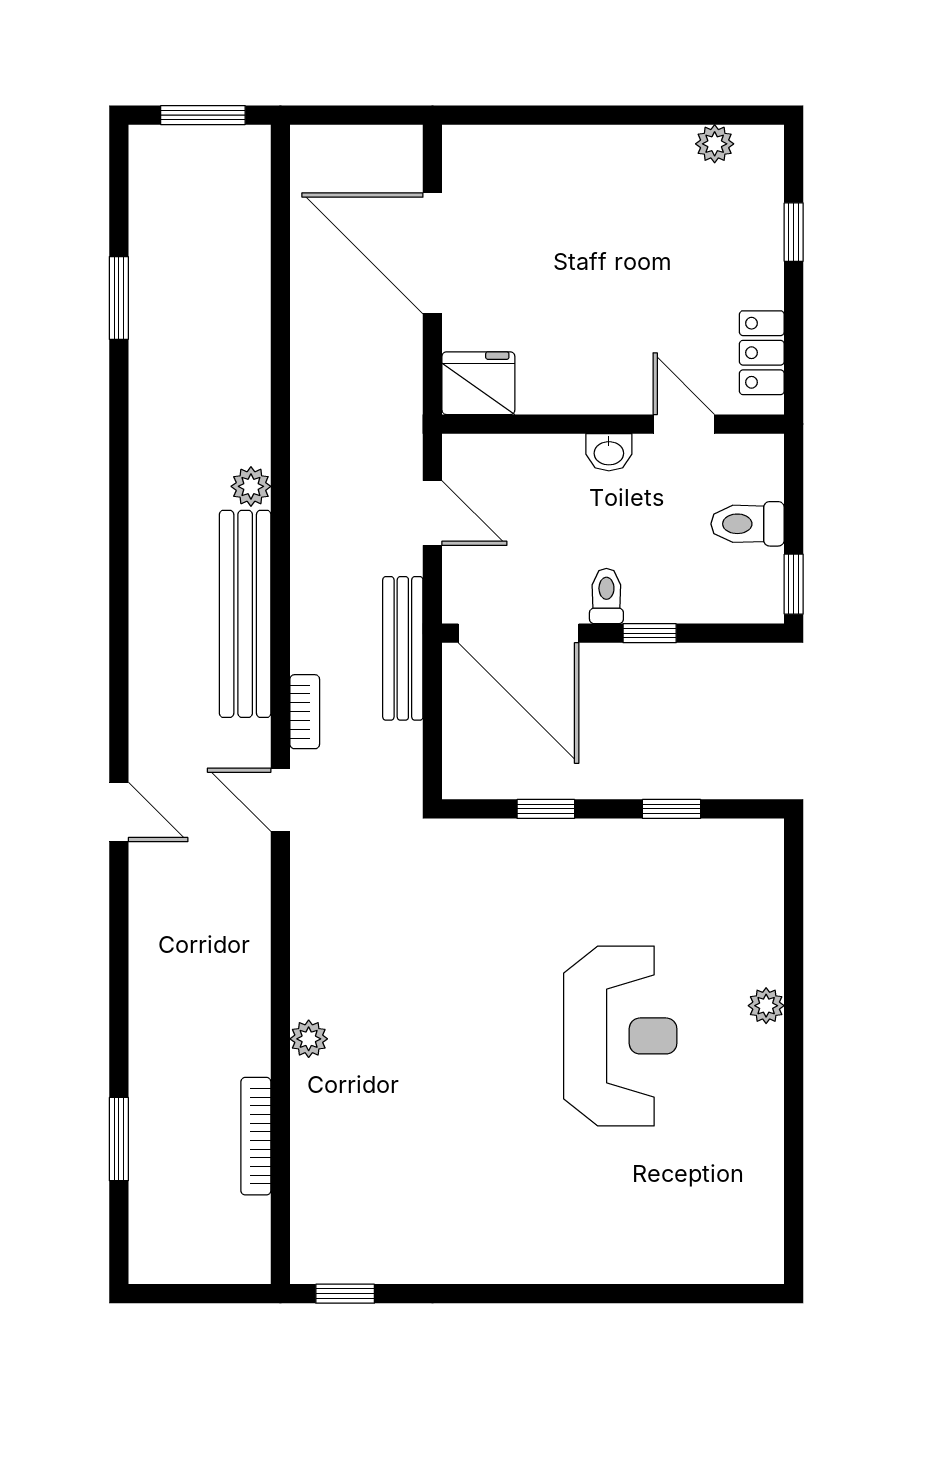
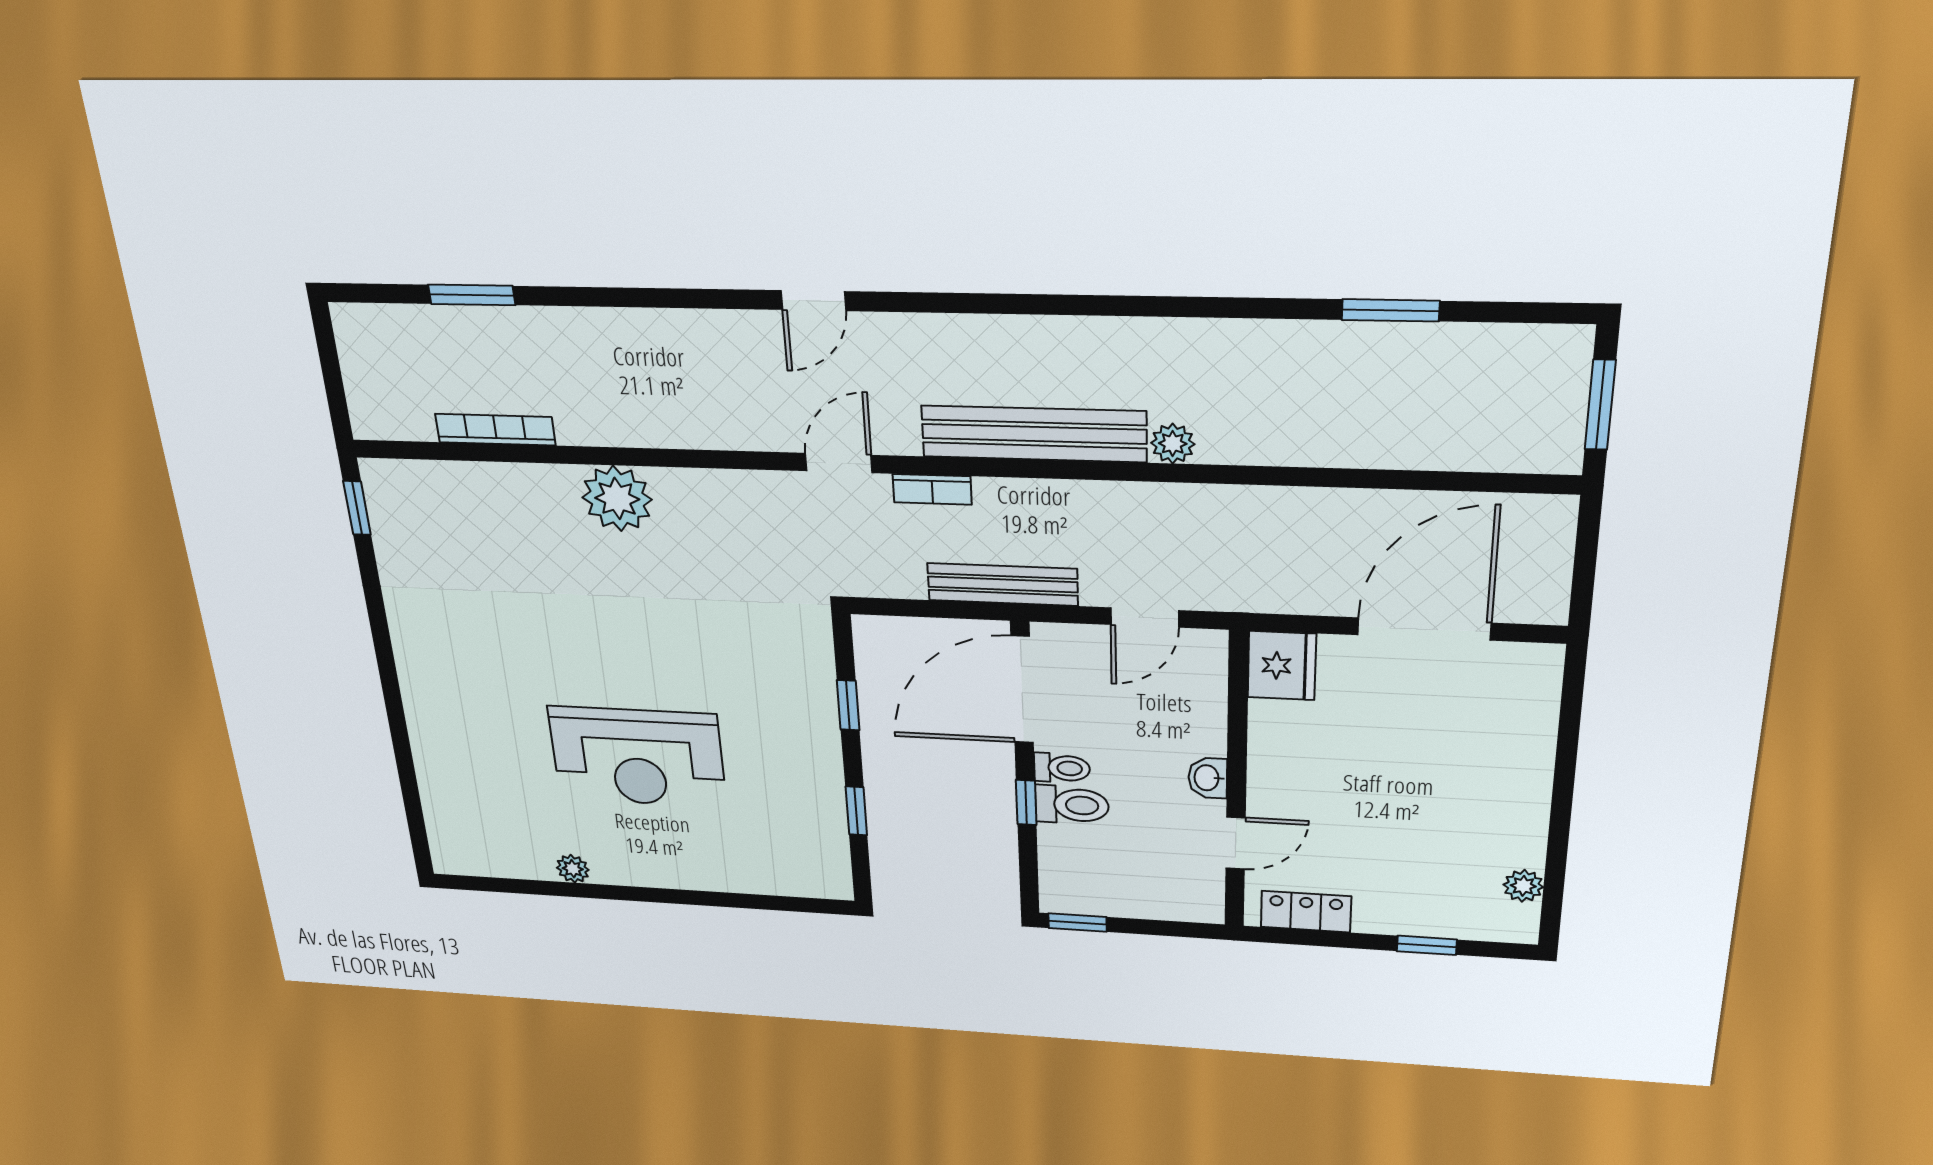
toilet: (748, 524) -> (1072, 805), moved, turned 90
plant: (766, 1006) -> (573, 869), moved
plant: (309, 1039) -> (617, 499), width x1.88, depth x1.88

